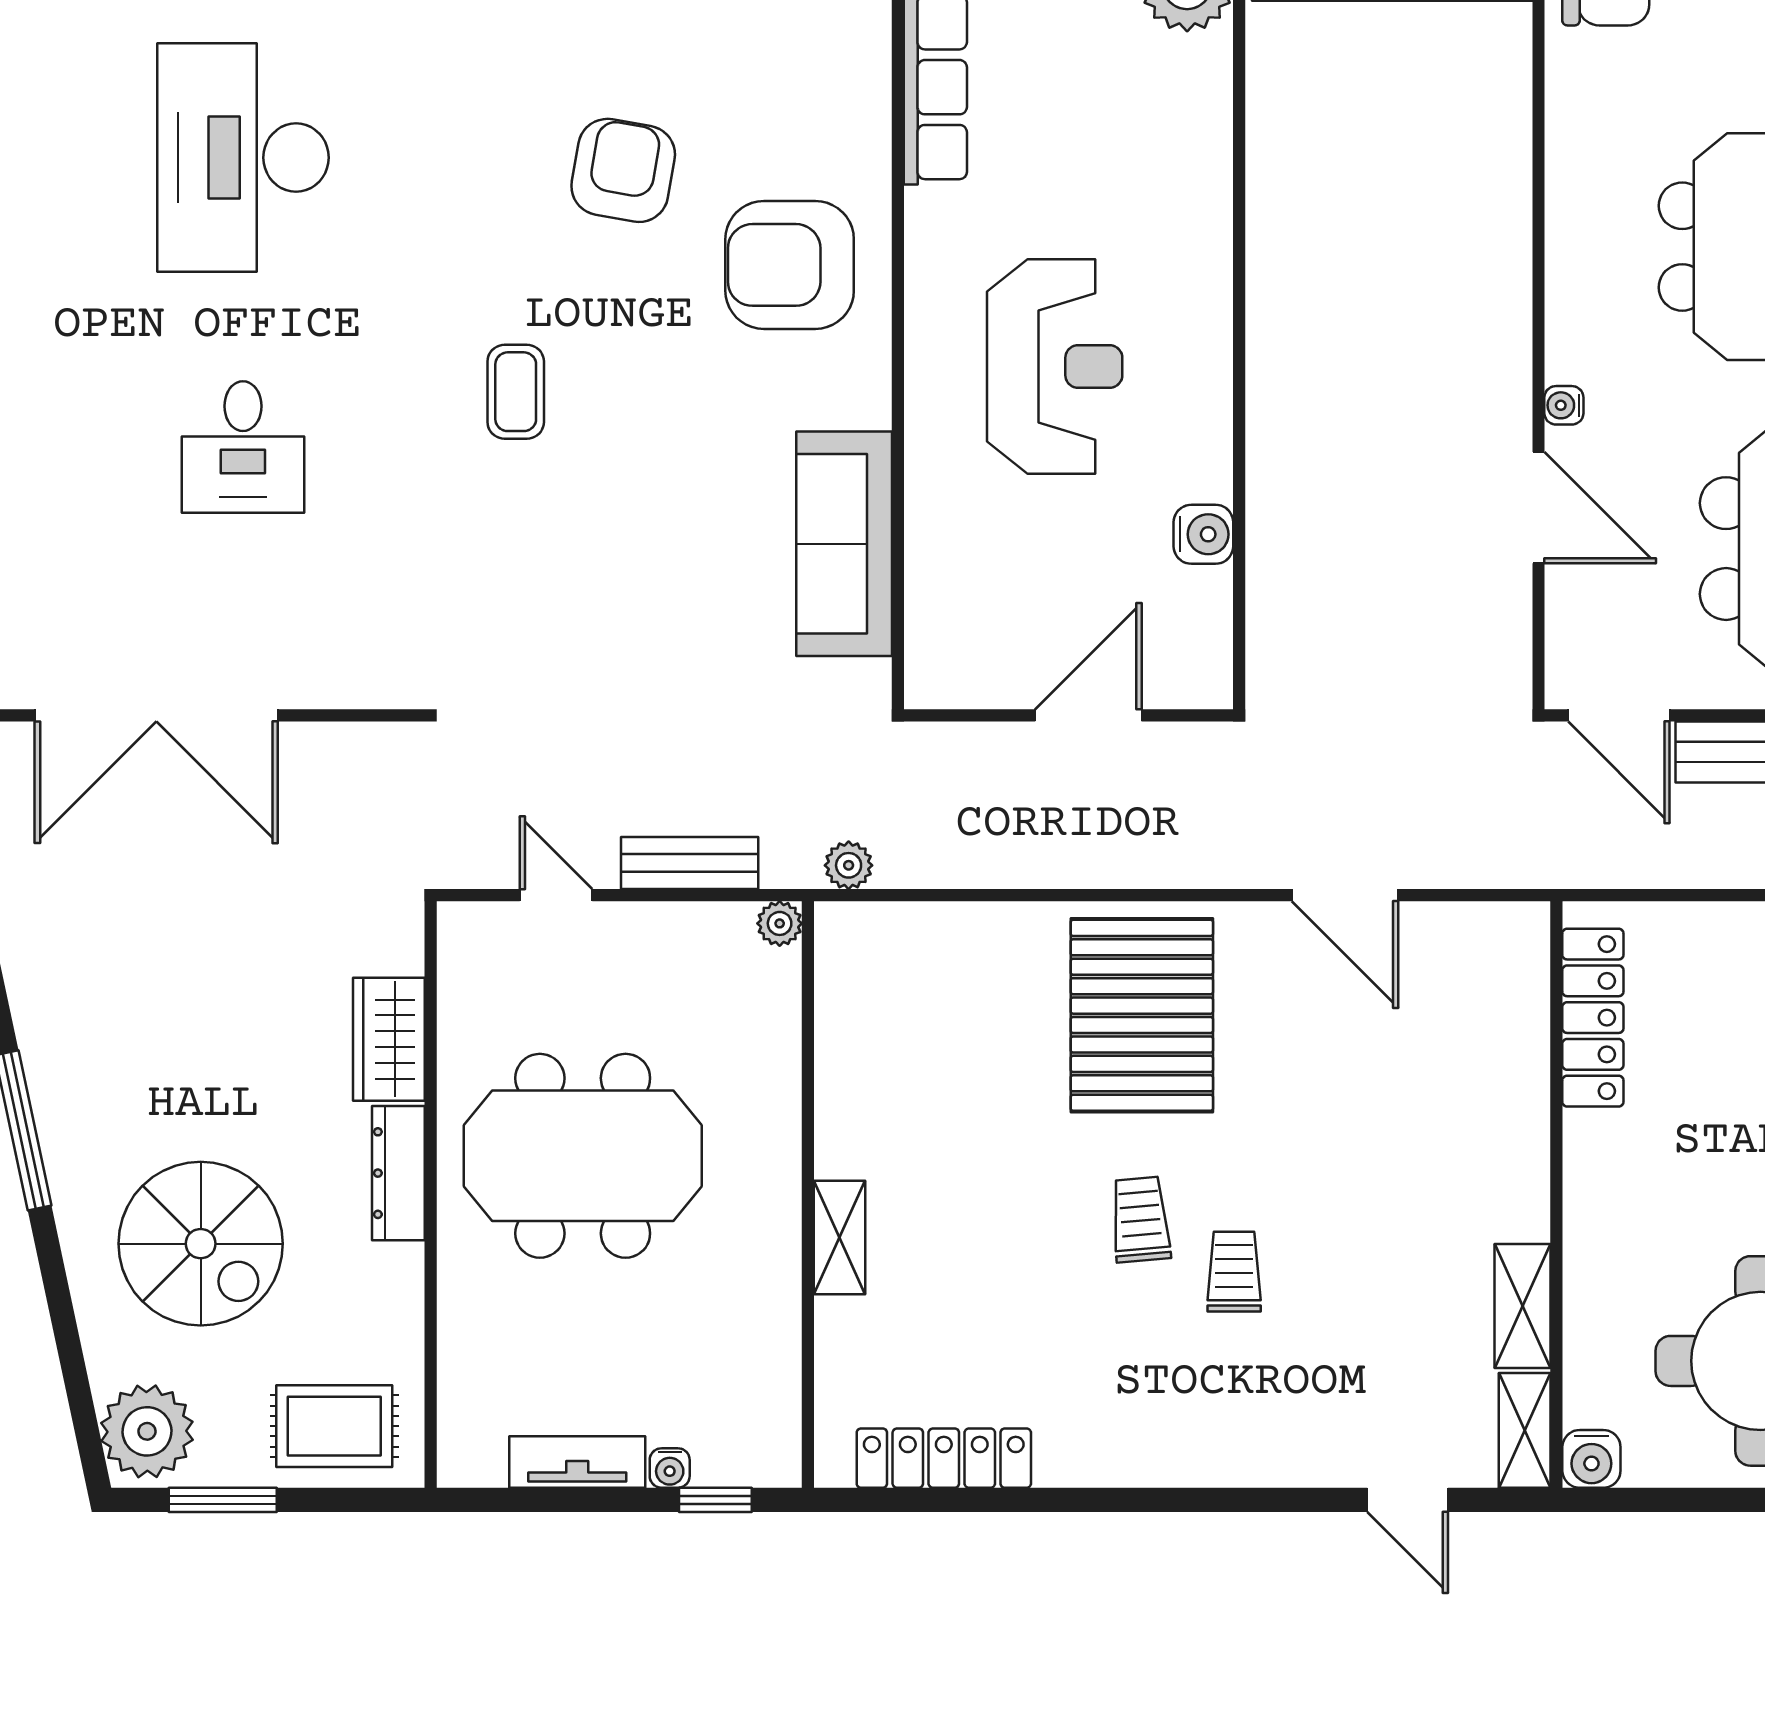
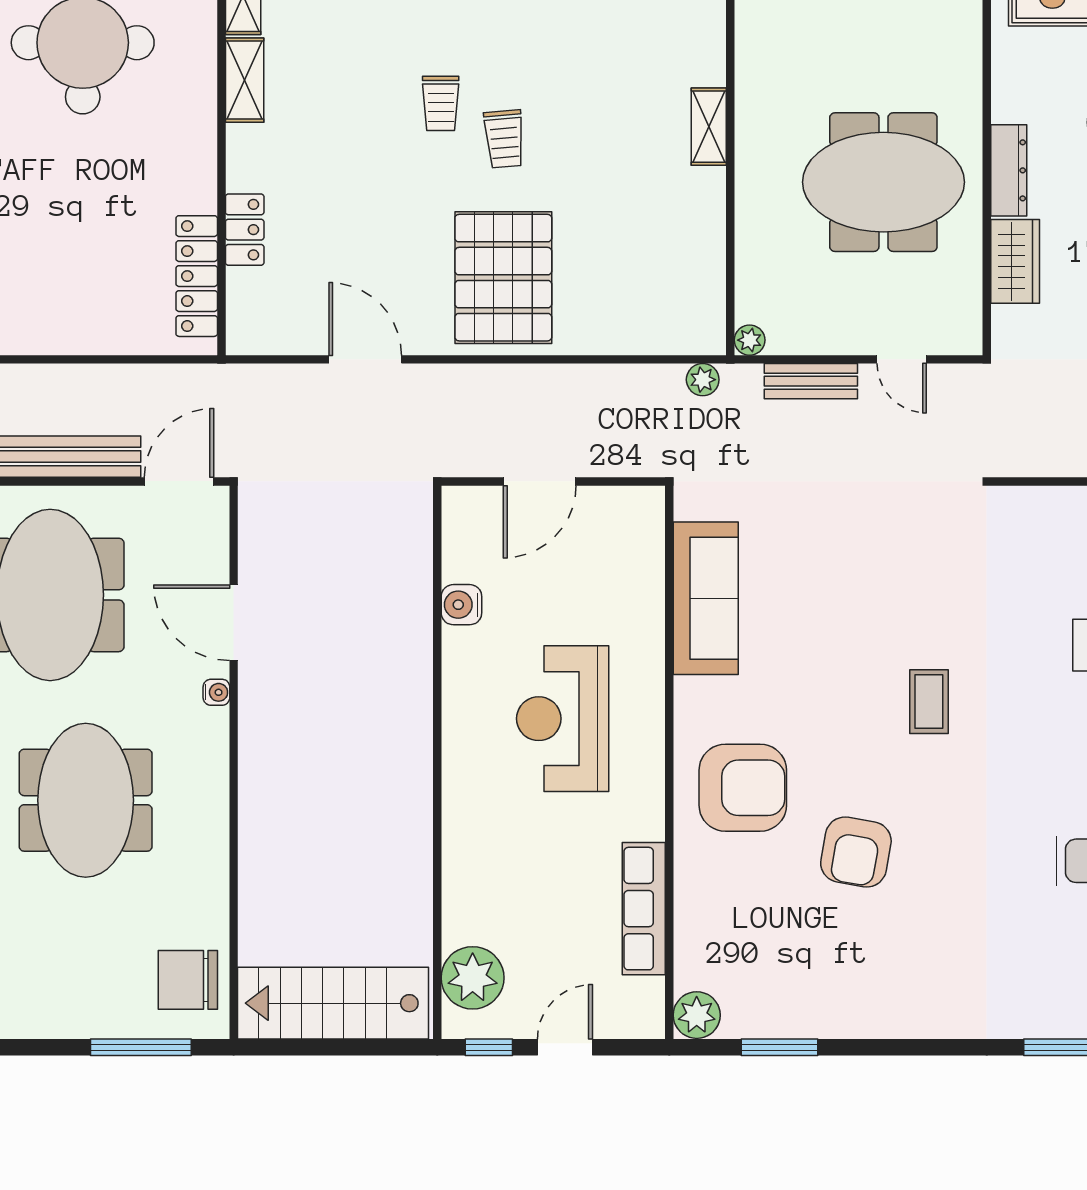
door: (1619, 715) -> (179, 481), hinge flipped
locker: (1522, 1086) -> (245, 230), added

